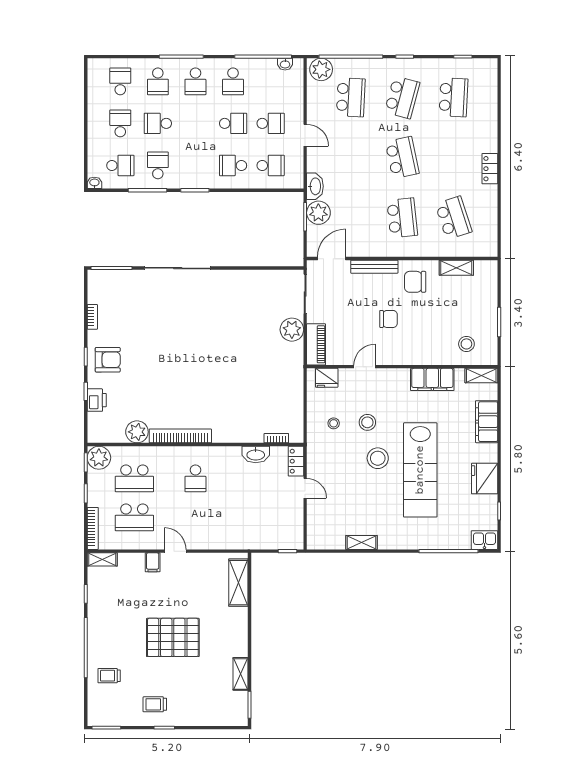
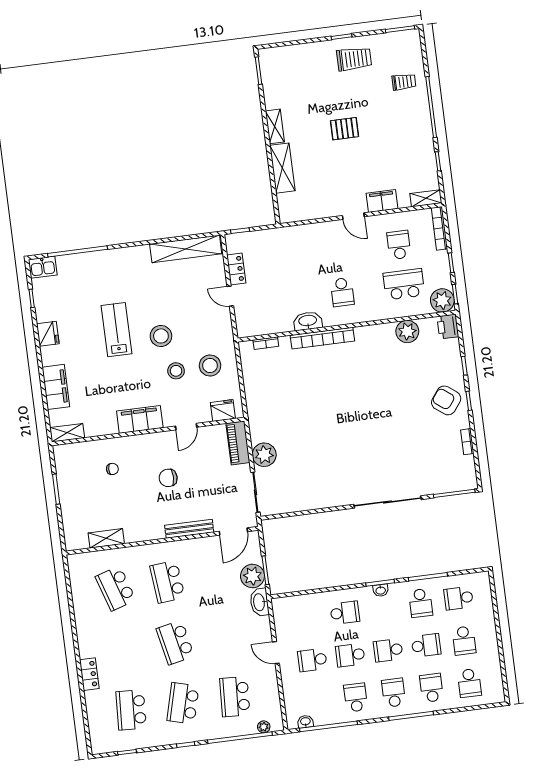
plant: (321, 69) -> (264, 727), width x0.53, depth x0.53
school desk: (271, 165) -> (388, 650), moved
locker: (490, 169) -> (89, 674), moved
washbasin: (94, 183) -> (381, 590), moved
chair: (415, 282) -> (112, 469), moved, width x0.54, depth x0.54
stool: (466, 344) -> (86, 463), removed
armchair: (108, 360) -> (446, 400), turned 37
filing cabinet: (432, 379) -> (140, 419), moved
printer: (97, 400) -> (448, 327), moved
stool: (334, 423) -> (210, 365), width x1.89, depth x1.89
bookcase: (180, 436) -> (322, 338), moved
washbasin: (256, 454) -> (308, 321), moved
locker: (296, 461) -> (236, 269), moved
lab bench: (420, 470) -> (117, 330), width x0.54, depth x0.72
school desk: (195, 478) -> (342, 292), turned 180
fridge: (485, 479) -> (48, 334), width x0.73, depth x0.75
school desk: (134, 517) -> (399, 245), width x0.54
shelving: (362, 542) -> (186, 249), width x2.20, depth x1.33
filing cabinet: (153, 562) -> (382, 201), width x2.00
shelving: (238, 583) -> (282, 168), moved
pallet: (173, 637) -> (345, 129), width x0.49, depth x0.50
shelving: (241, 674) -> (275, 126), moved
trolley: (155, 704) -> (354, 59), width x1.36, depth x1.39

